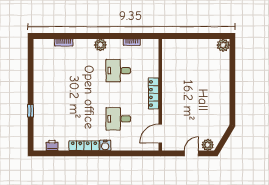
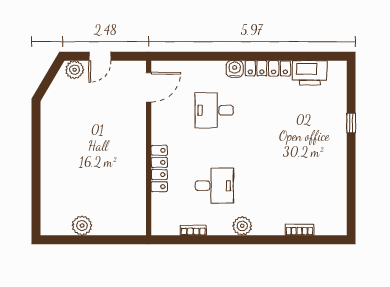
plant: (223, 45) -> (82, 226), moved
locker: (153, 93) -> (159, 168), moved
desk: (118, 119) -> (214, 110), turned 180
printer: (52, 145) -> (310, 73), width x1.87, depth x1.48

